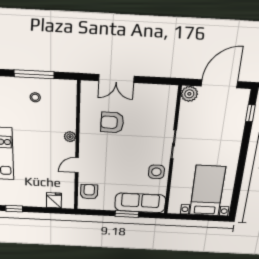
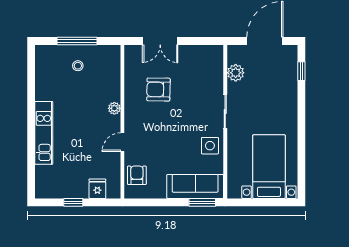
plant: (189, 94) -> (236, 73), moved
window: (14, 209) -> (73, 202), moved
window: (127, 214) -> (202, 202), moved

